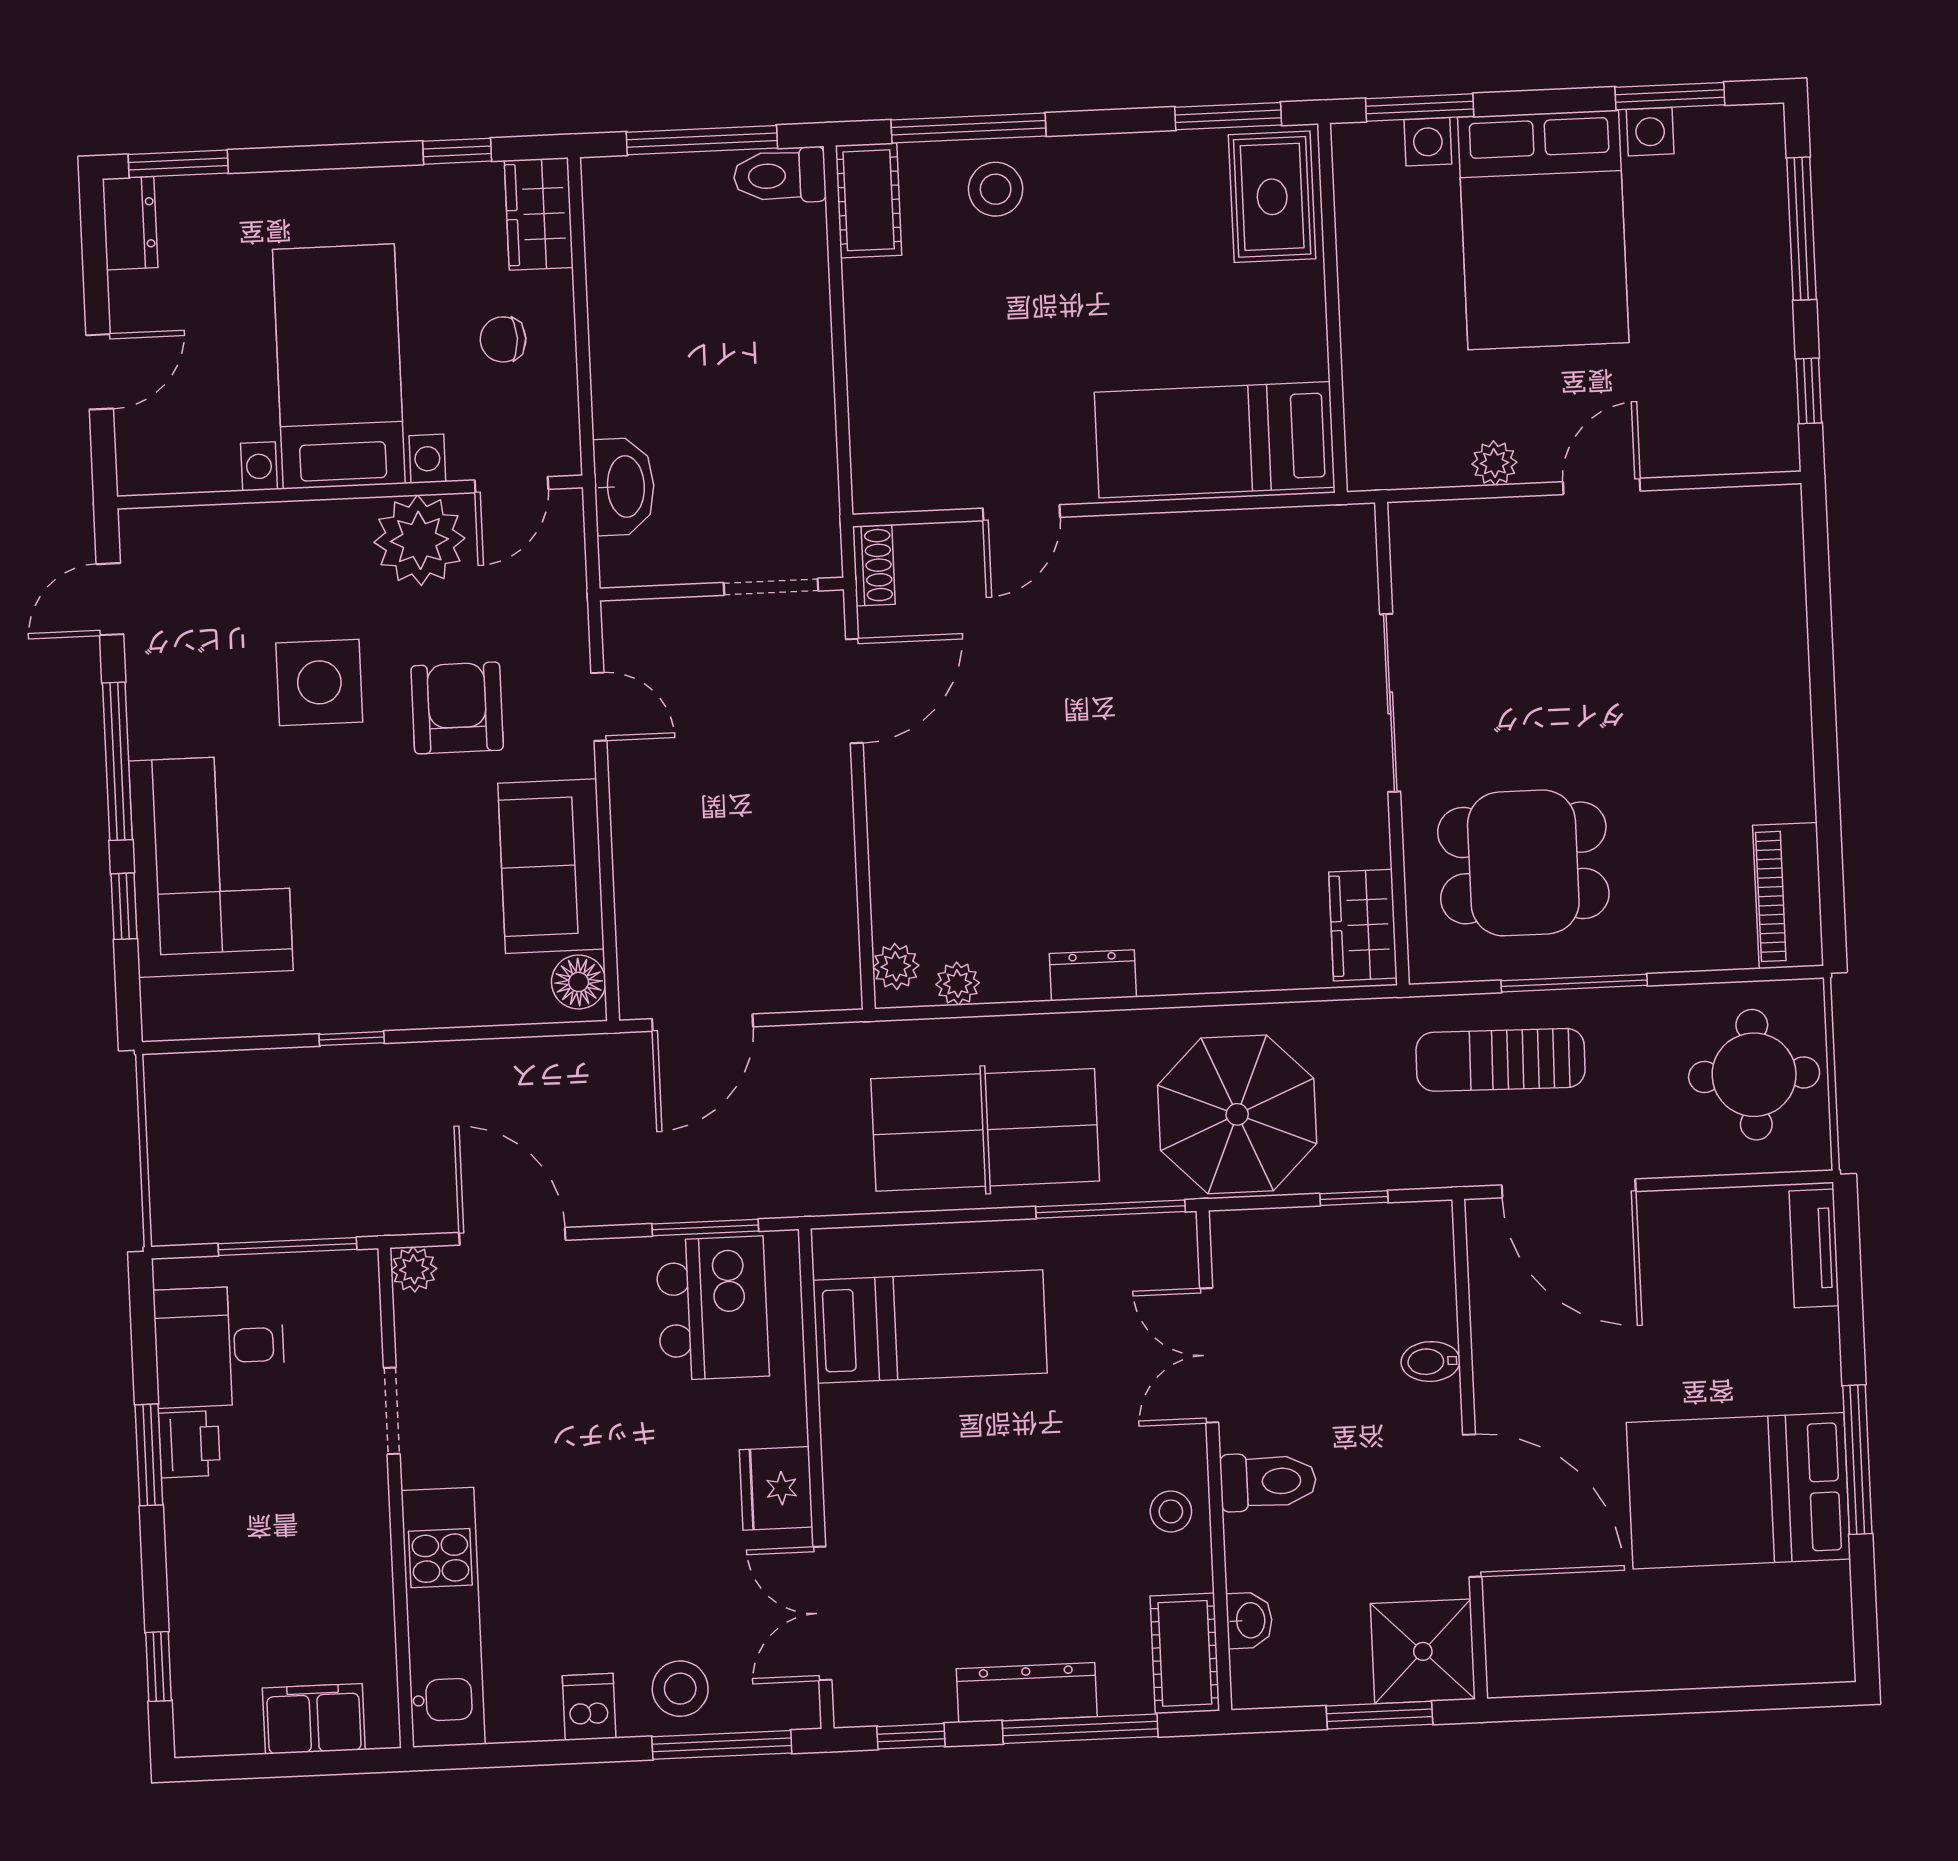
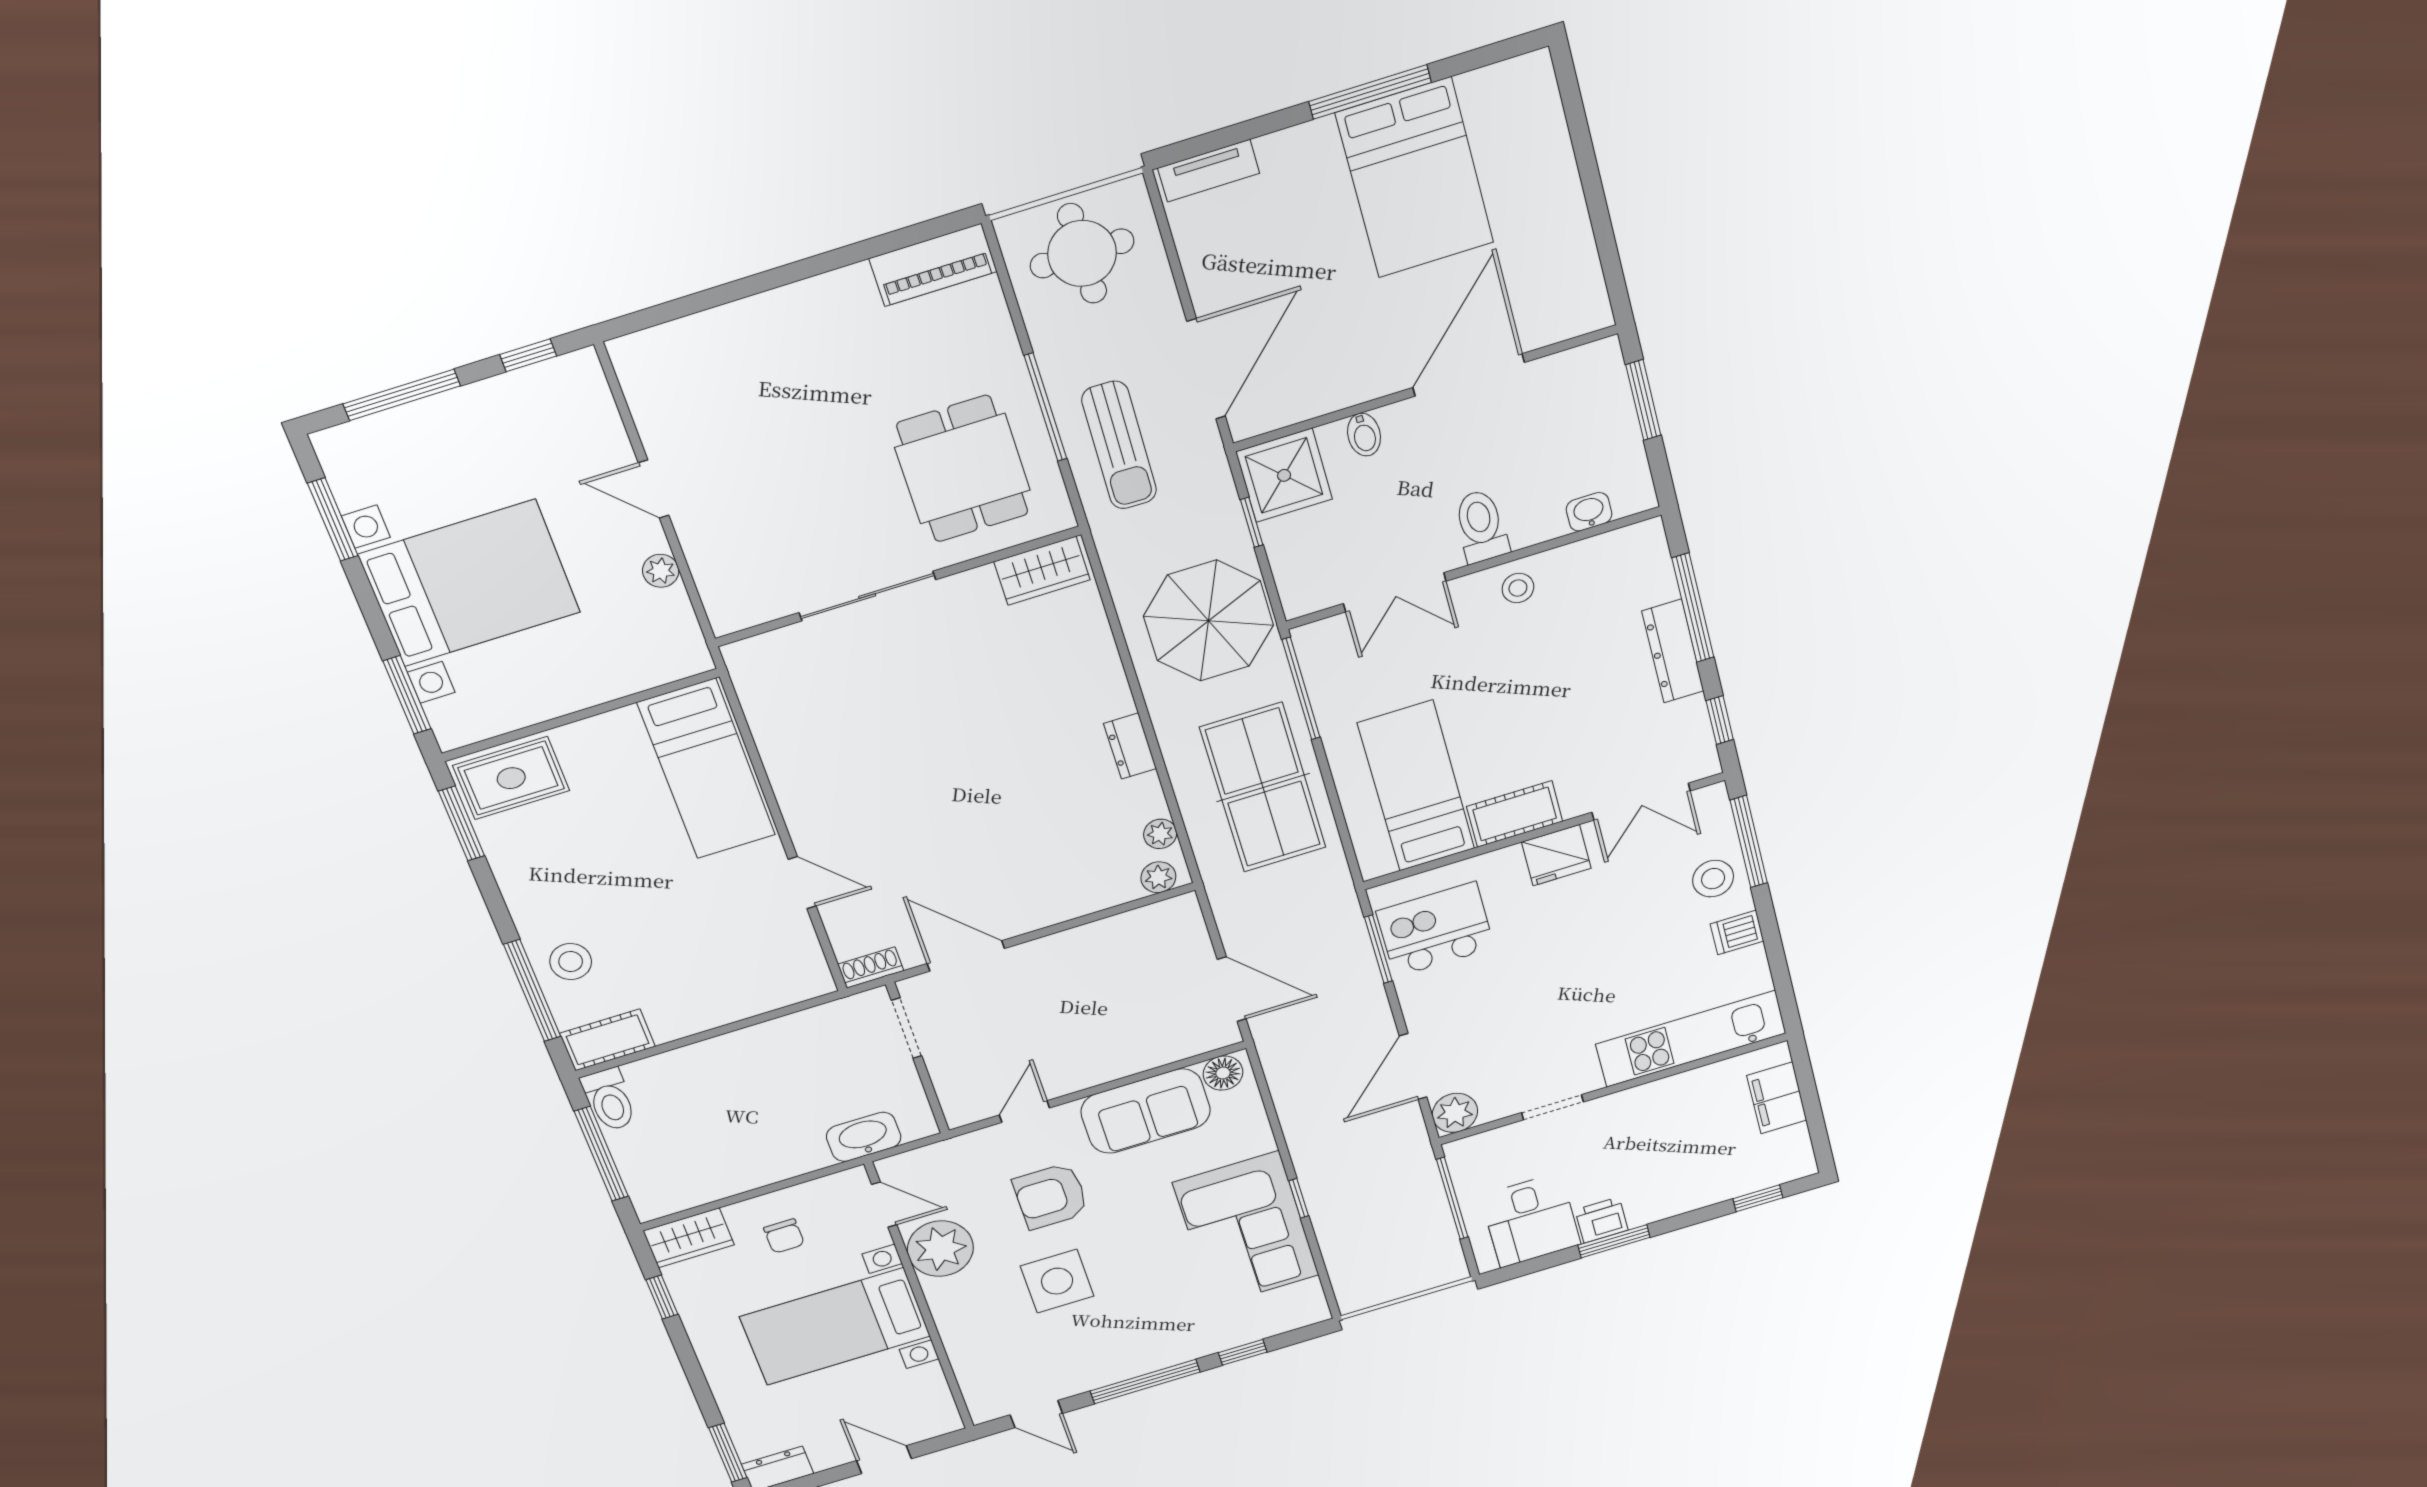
corner sofa: (211, 866) -> (1246, 1229), moved, turned -90
plant: (414, 1269) -> (1455, 1113), width x1.38, depth x1.38
shower: (1423, 1651) -> (1284, 475), moved
cot: (1185, 1653) -> (1515, 814), moved

